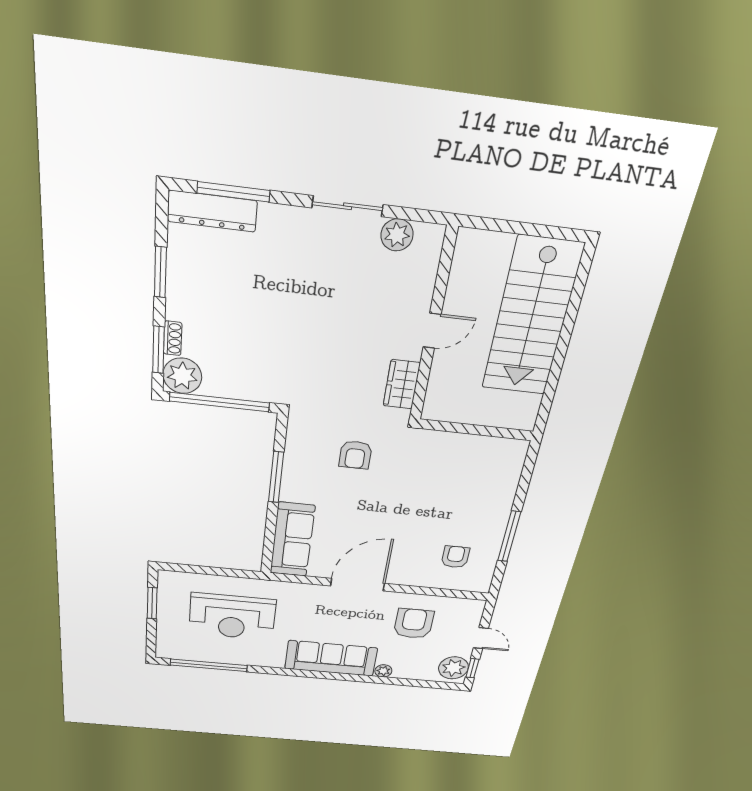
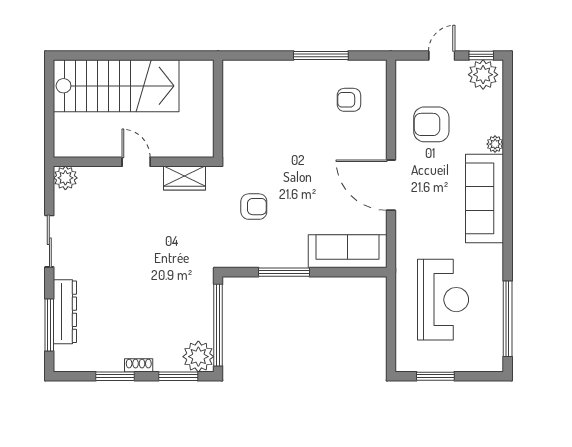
dresser: (212, 211) -> (65, 312), moved
plant: (397, 235) -> (65, 178), moved
shoe rack: (173, 338) -> (139, 365), moved

